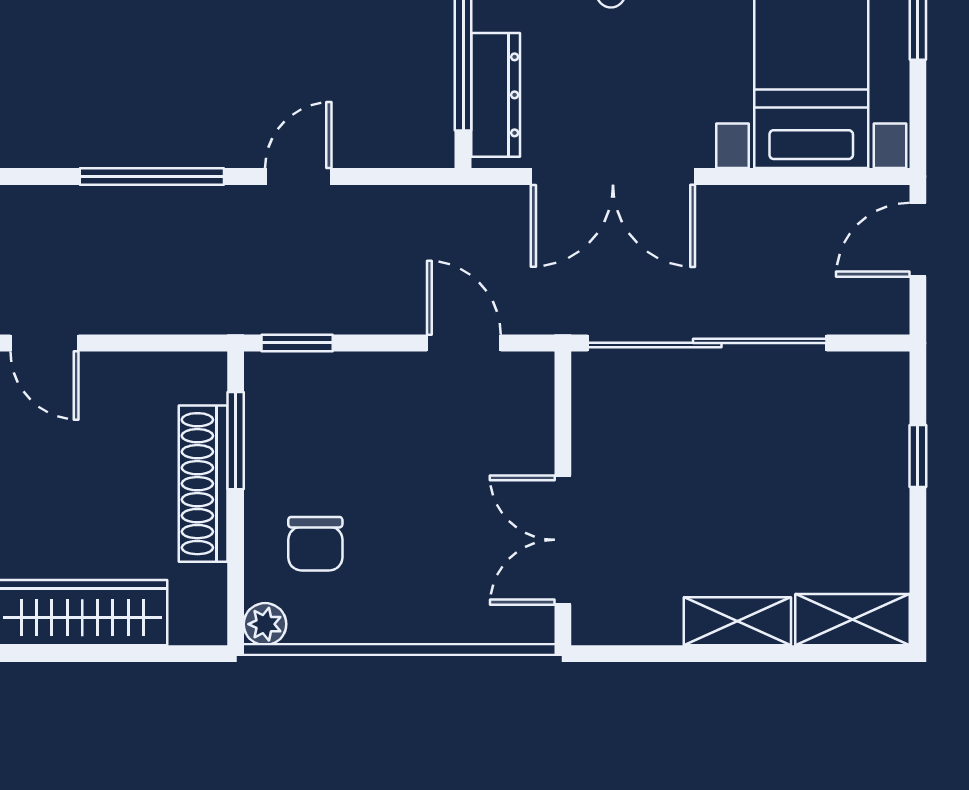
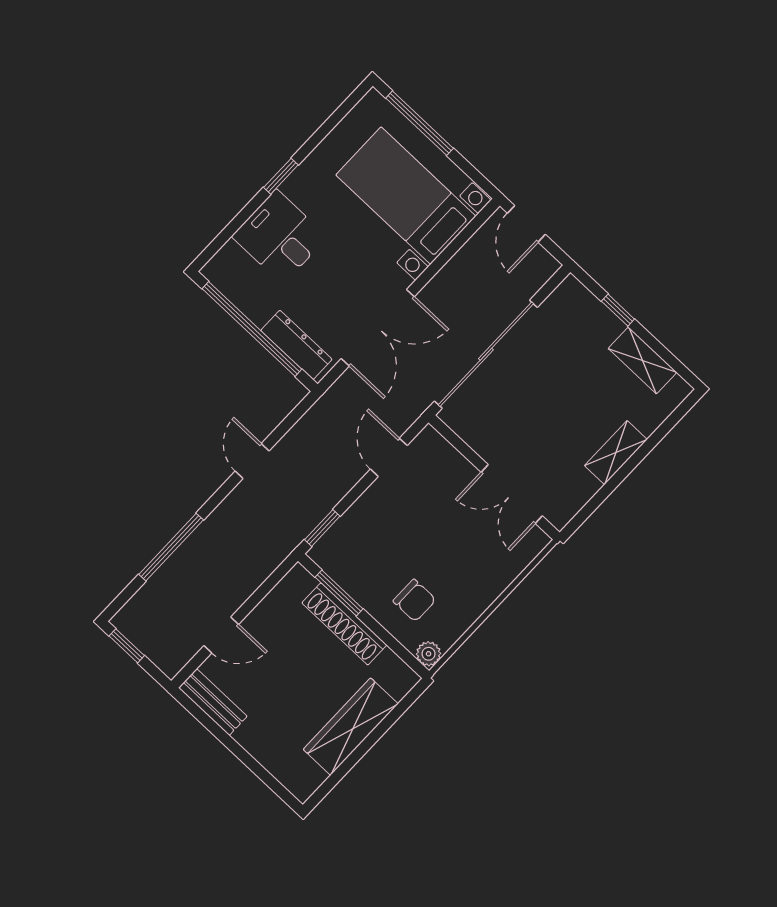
window: (152, 177) -> (171, 547), moved
door: (464, 343) -> (389, 457), hinge flipped
shelving: (852, 620) -> (642, 360), moved, turned 90

